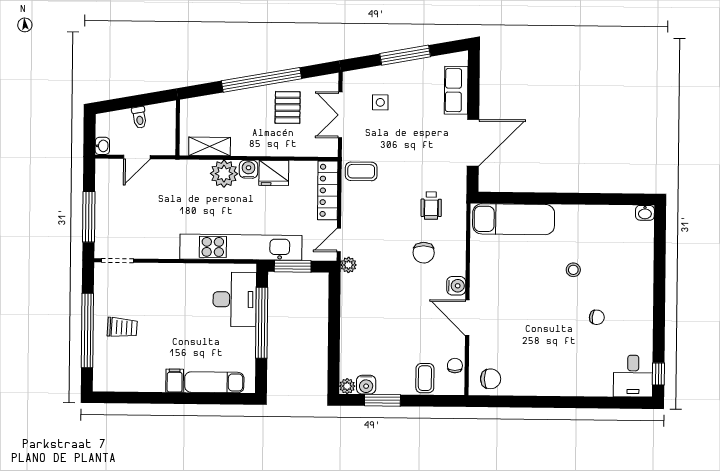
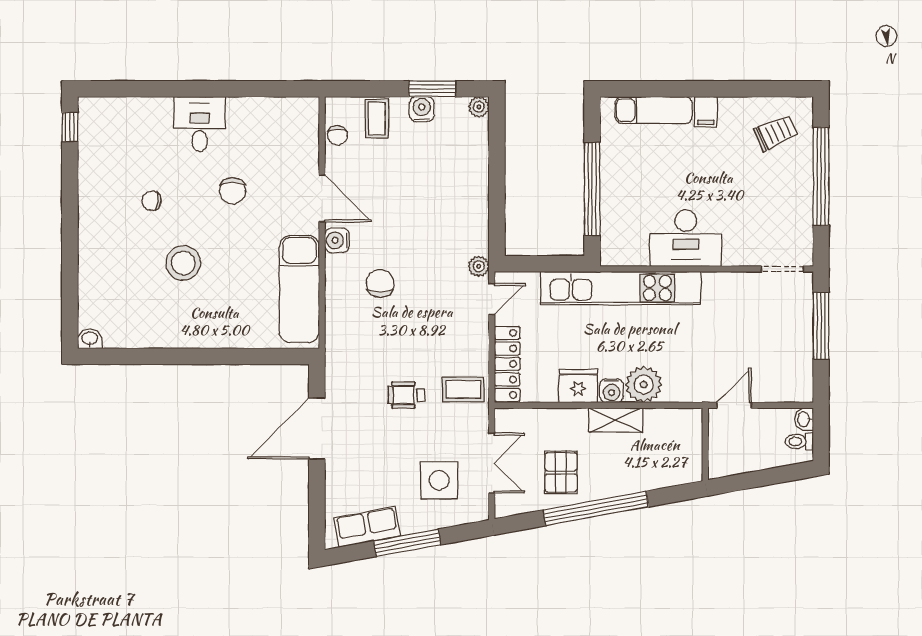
row of seats: (456, 90) -> (367, 527), moved, turned -100
side table: (380, 102) -> (439, 480), width x1.87, depth x1.87
toilet: (139, 117) -> (799, 441), moved, turned -80
shelving: (210, 146) -> (616, 420), moved
door: (137, 157) -> (734, 405), moved
wheelchair: (431, 206) -> (406, 395), moved, turned -90
exam couch: (514, 219) -> (299, 289), moved, turned -90
window: (293, 266) -> (552, 264), removed
stool: (573, 270) -> (183, 263), width x1.89, depth x1.89
desk: (235, 299) -> (686, 238), moved, turned -90
trolley: (122, 327) -> (776, 133), moved, turned 153
desk: (633, 376) -> (200, 124), moved
chair: (491, 379) -> (233, 191), moved, turned -90
water cooler: (366, 385) -> (422, 109), moved

